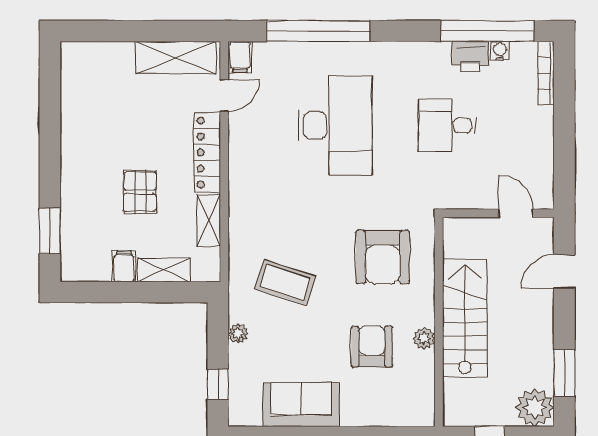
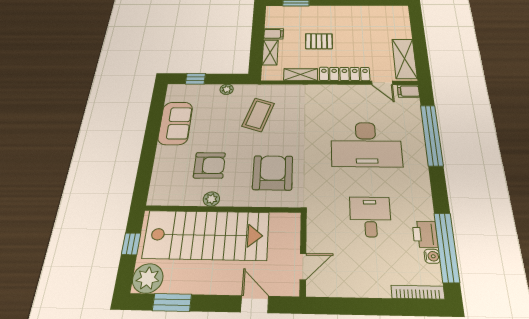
armchair: (383, 257) -> (273, 173), turned 90
stairs: (465, 318) -> (207, 235), width x1.36, depth x1.51

